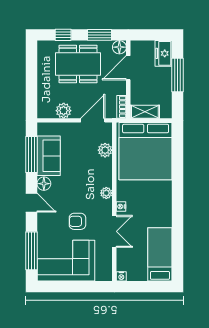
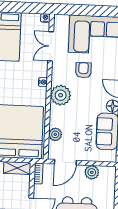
plant: (106, 193) -> (61, 95), width x1.88, depth x1.88
armchair: (77, 221) -> (83, 70), turned -90
double door: (114, 231) -> (51, 46), moved

